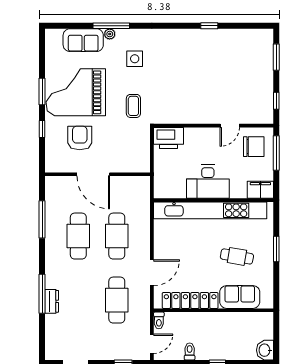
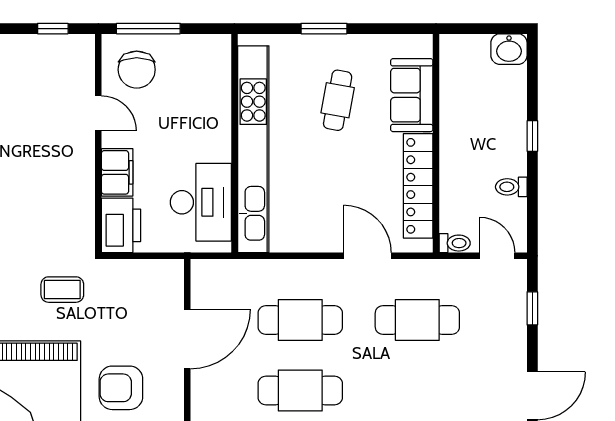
chair: (254, 147) -> (137, 70), turned 180
door: (93, 174) -> (187, 339), moved
desk: (208, 182) -> (201, 202), moved
filing cabinet: (260, 190) -> (117, 172), moved, turned 180

